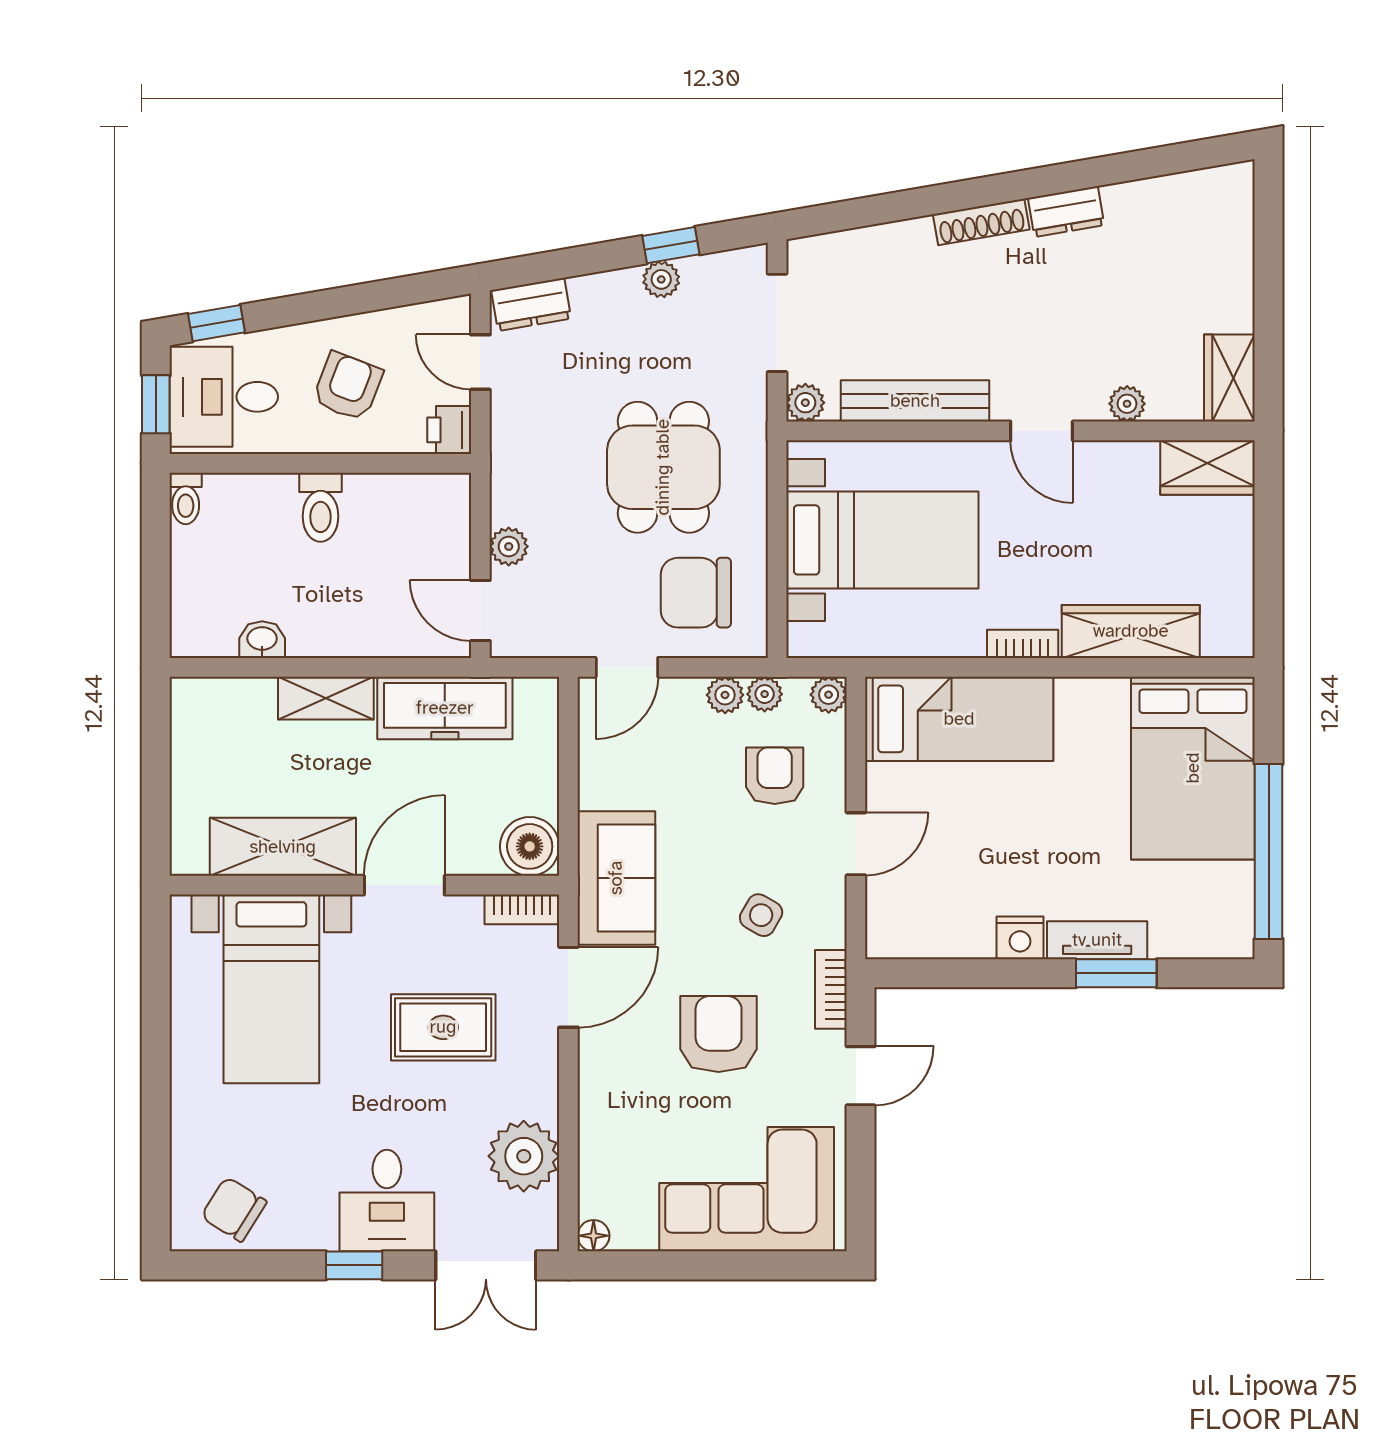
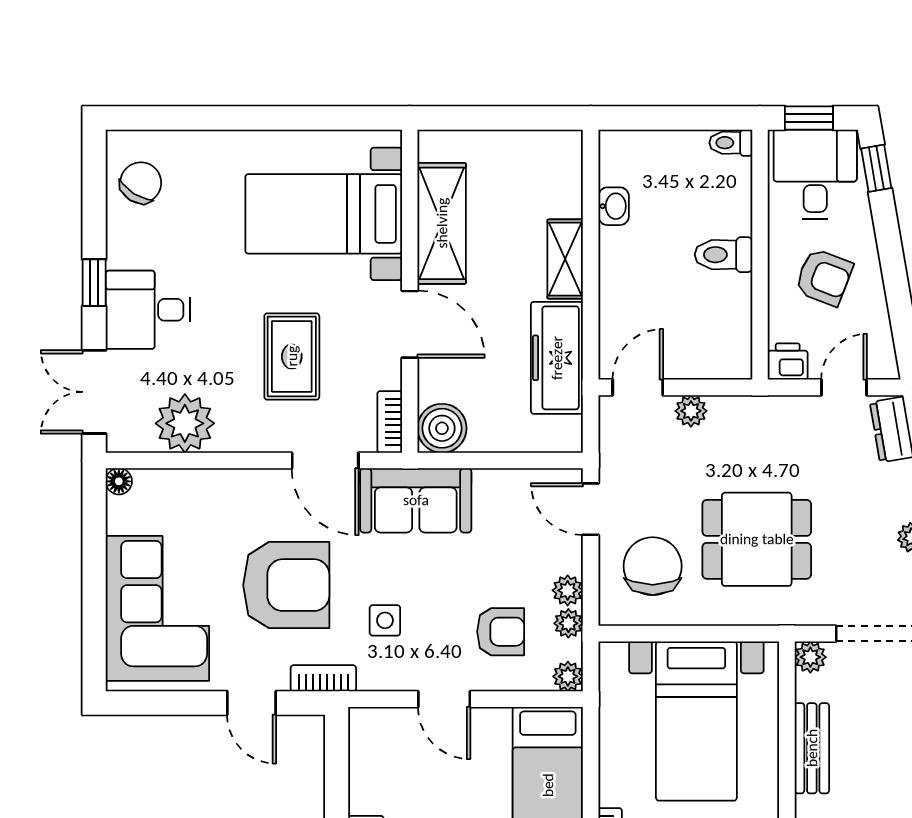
bench: (915, 401) -> (812, 748), width x0.73
side table: (761, 915) -> (385, 620), turned -30
armchair: (719, 1034) -> (286, 585), width x1.36, depth x1.36

